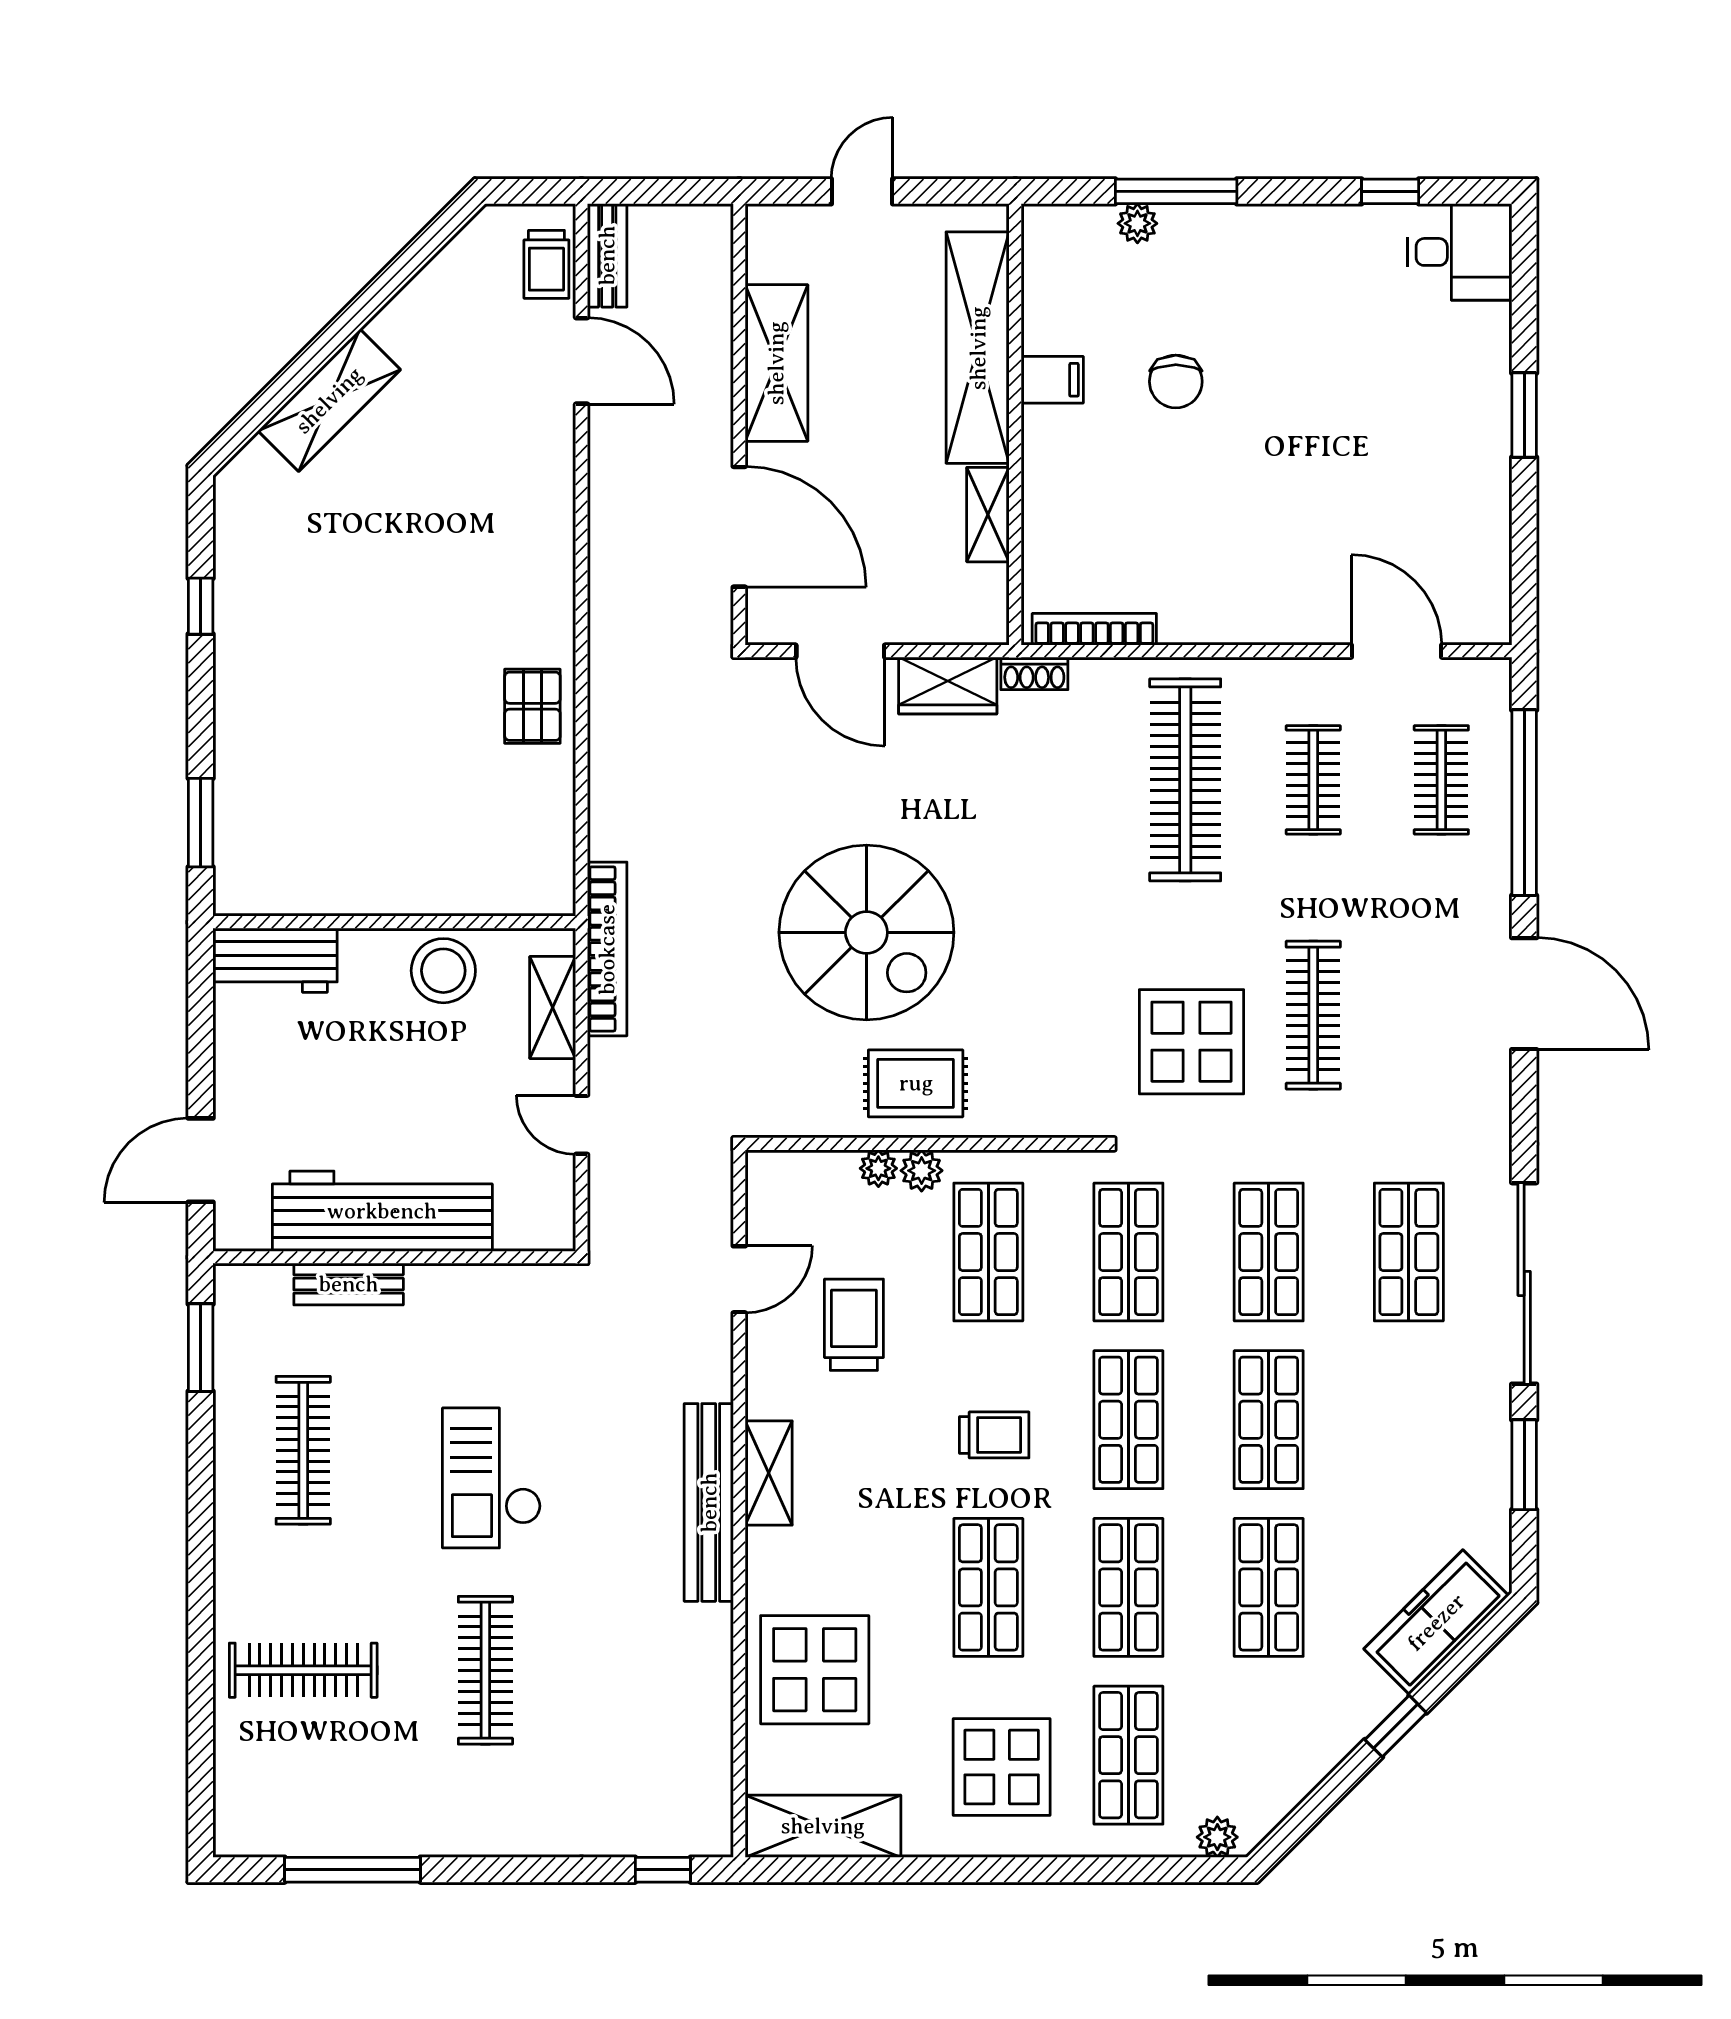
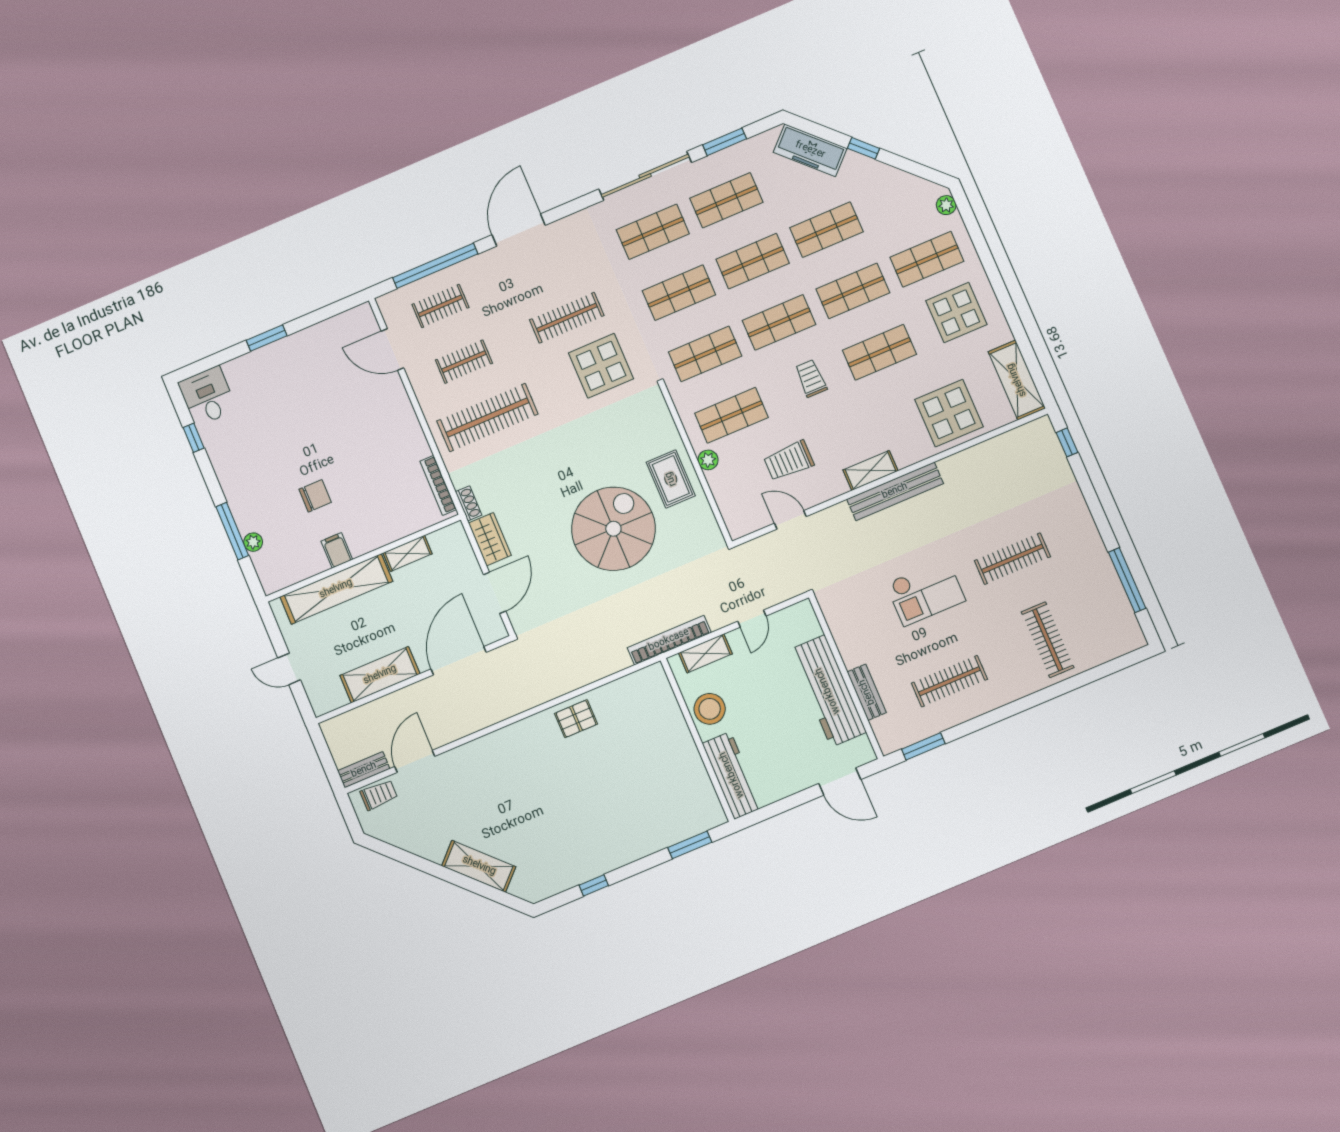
door: (1396, 651) -> (393, 349), hinge flipped
workbench: (275, 960) -> (732, 775), width x1.38
plant: (878, 1168) -> (715, 479), removed
shop shelf: (1409, 1420) -> (726, 200), added

